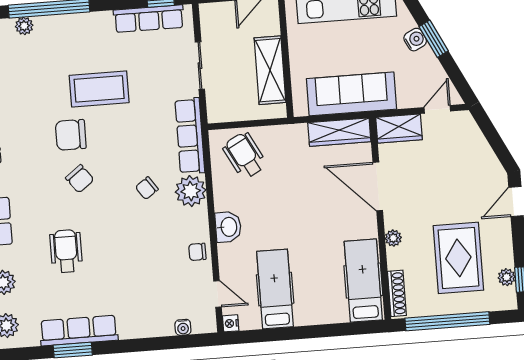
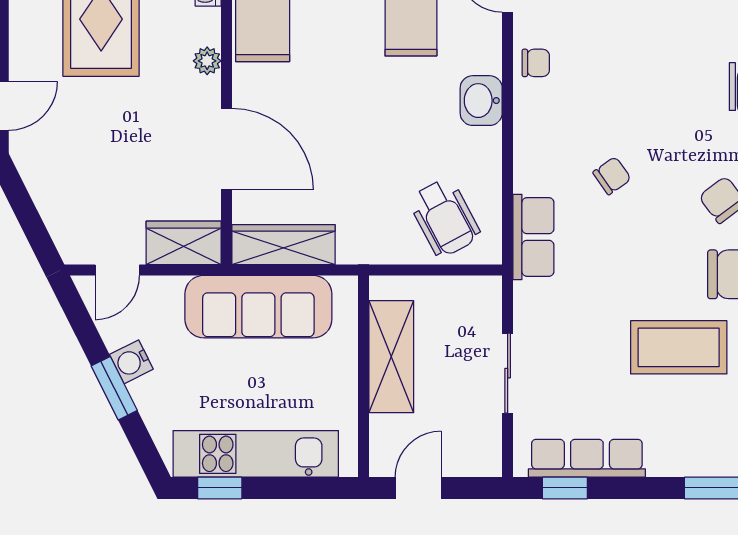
water cooler: (415, 40) -> (131, 362), moved
row of seats: (190, 136) -> (533, 237), width x0.68
plant: (191, 191) -> (539, 165), removed

